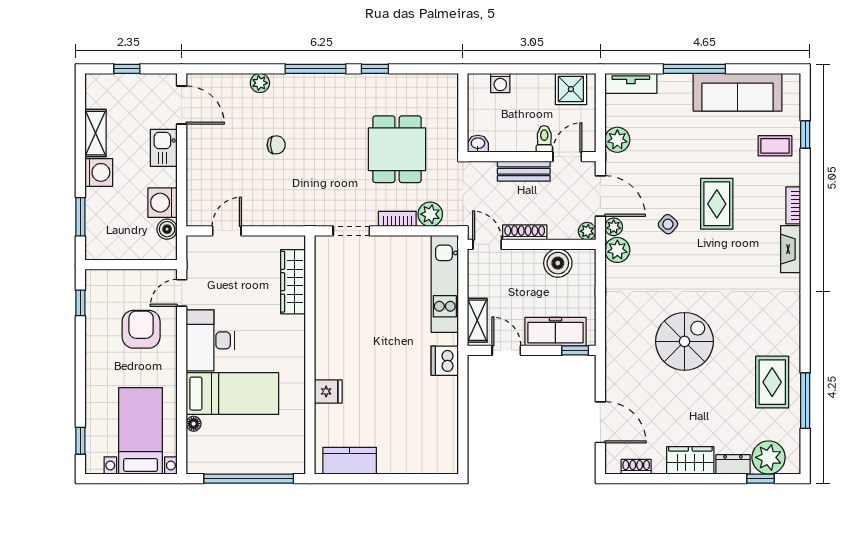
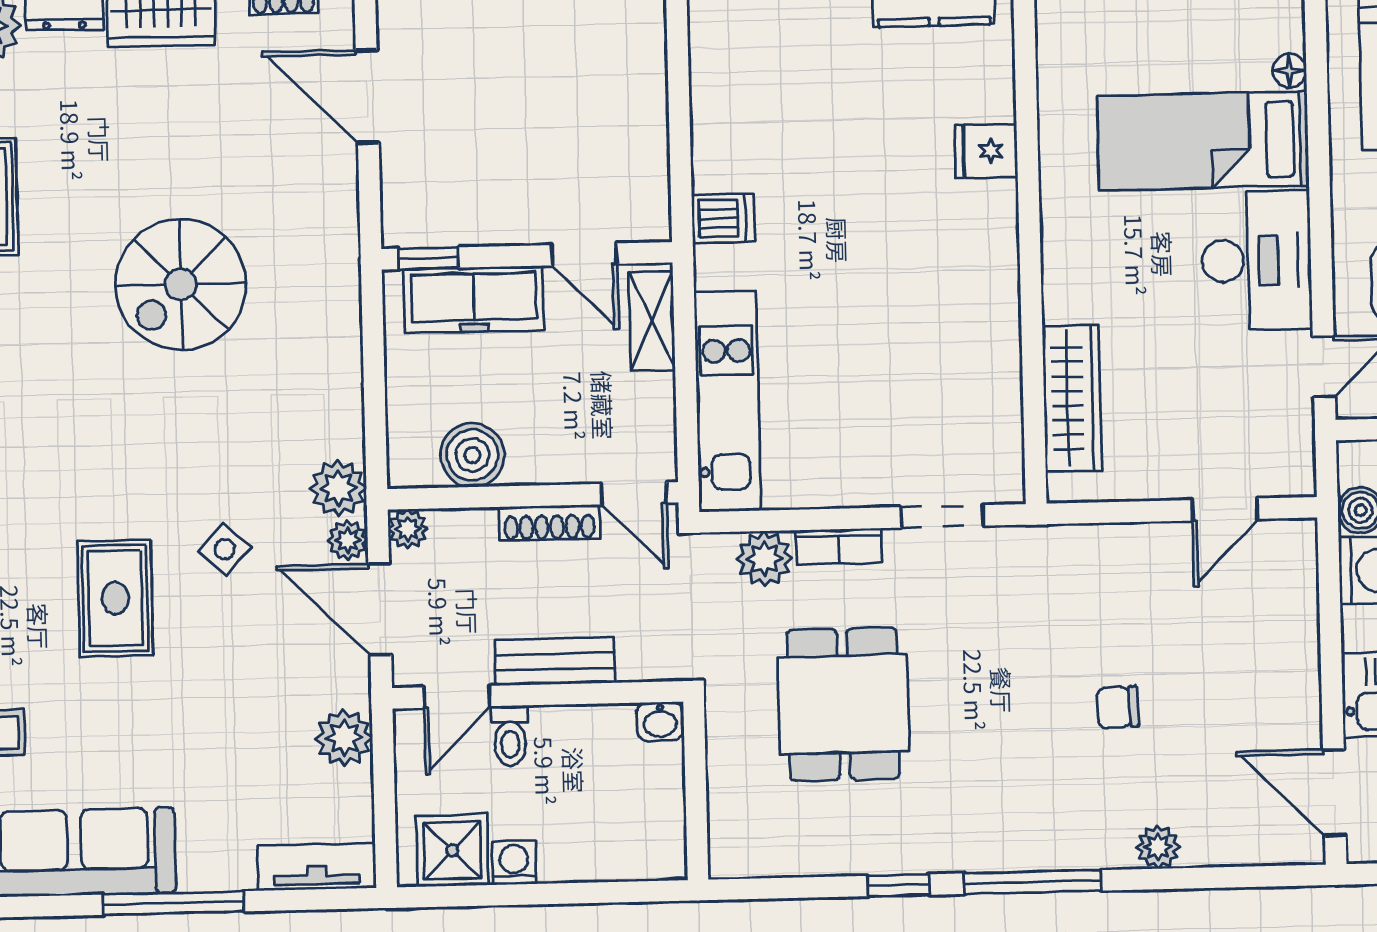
washing machine: (500, 83) -> (514, 863), moved
dishwasher: (445, 361) -> (723, 218), width x0.73

